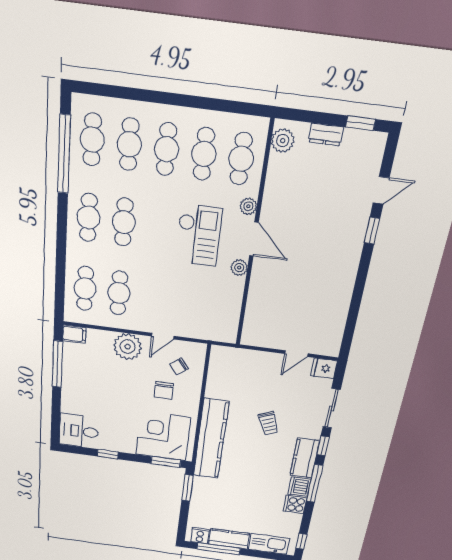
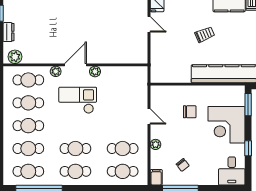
plant: (128, 347) -> (156, 144), width x0.53, depth x0.53
chair: (179, 366) -> (183, 165), moved
corner desk: (163, 436) -> (227, 125), moved

